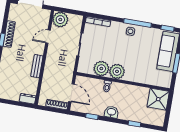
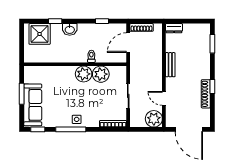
door: (48, 37) -> (164, 98), swing flipped
door: (72, 93) -> (128, 43), hinge flipped
shower: (158, 99) -> (40, 34), moved
washbasin: (111, 112) -> (70, 29), moved

